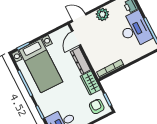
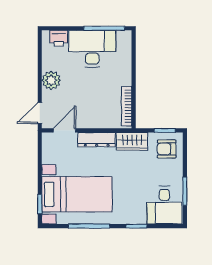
door: (76, 38) -> (65, 130), swing flipped

